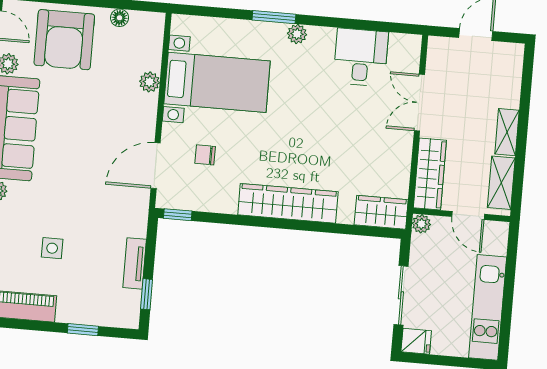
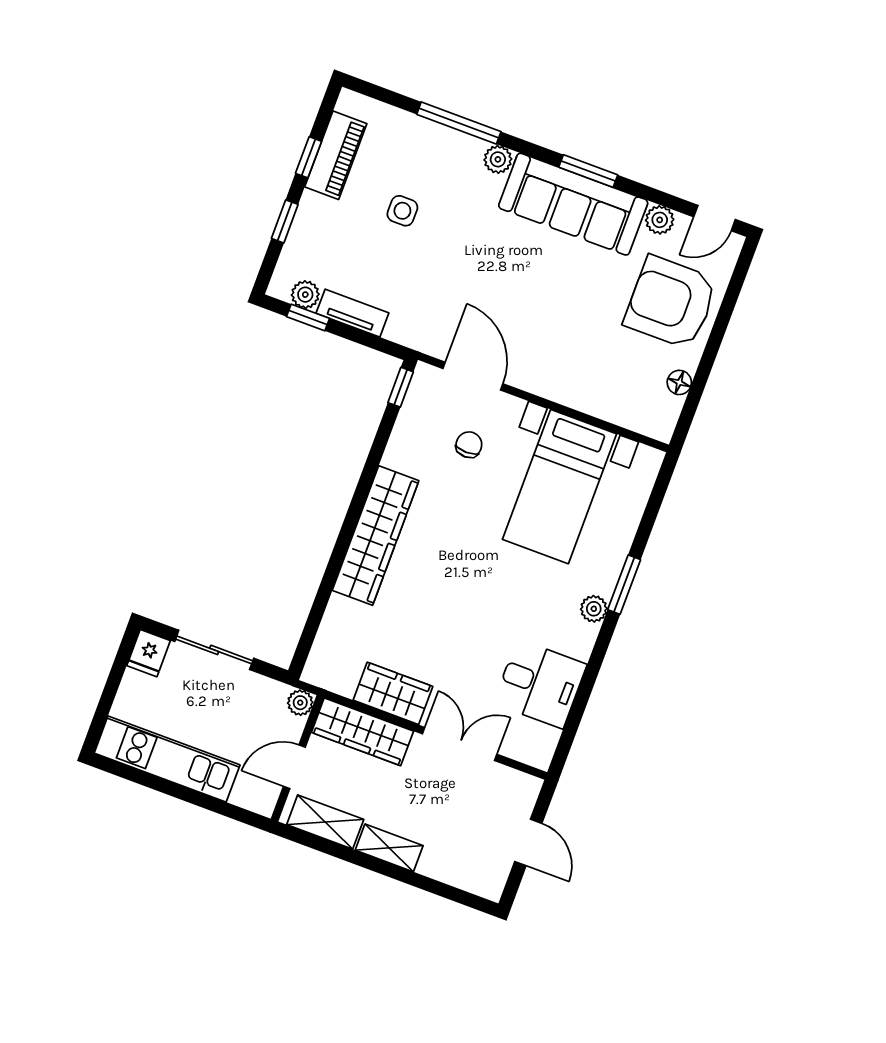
plant: (149, 82) -> (305, 295), moved
wardrobe: (381, 212) -> (393, 693), moved, turned -90
window: (33, 325) -> (309, 157), added

